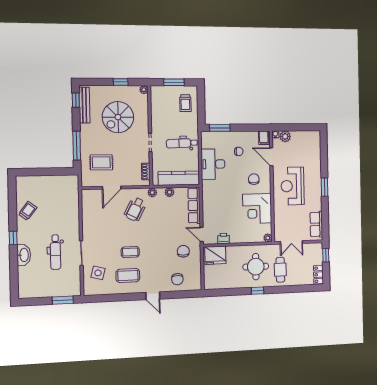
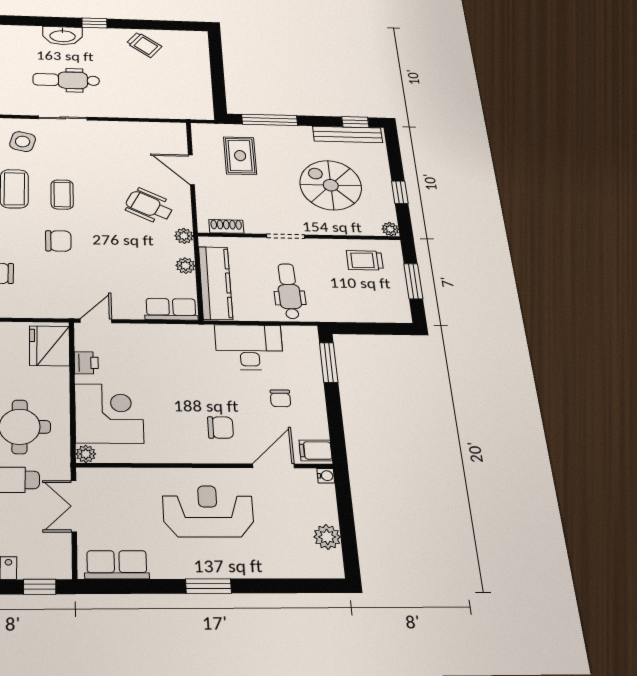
trolley: (185, 103) -> (365, 260), moved
plant: (285, 136) -> (327, 537), moved
row of seats: (194, 206) -> (171, 309), width x0.68
corner desk: (257, 209) -> (109, 413), moved, turned 90
chair: (183, 251) -> (58, 241), moved

